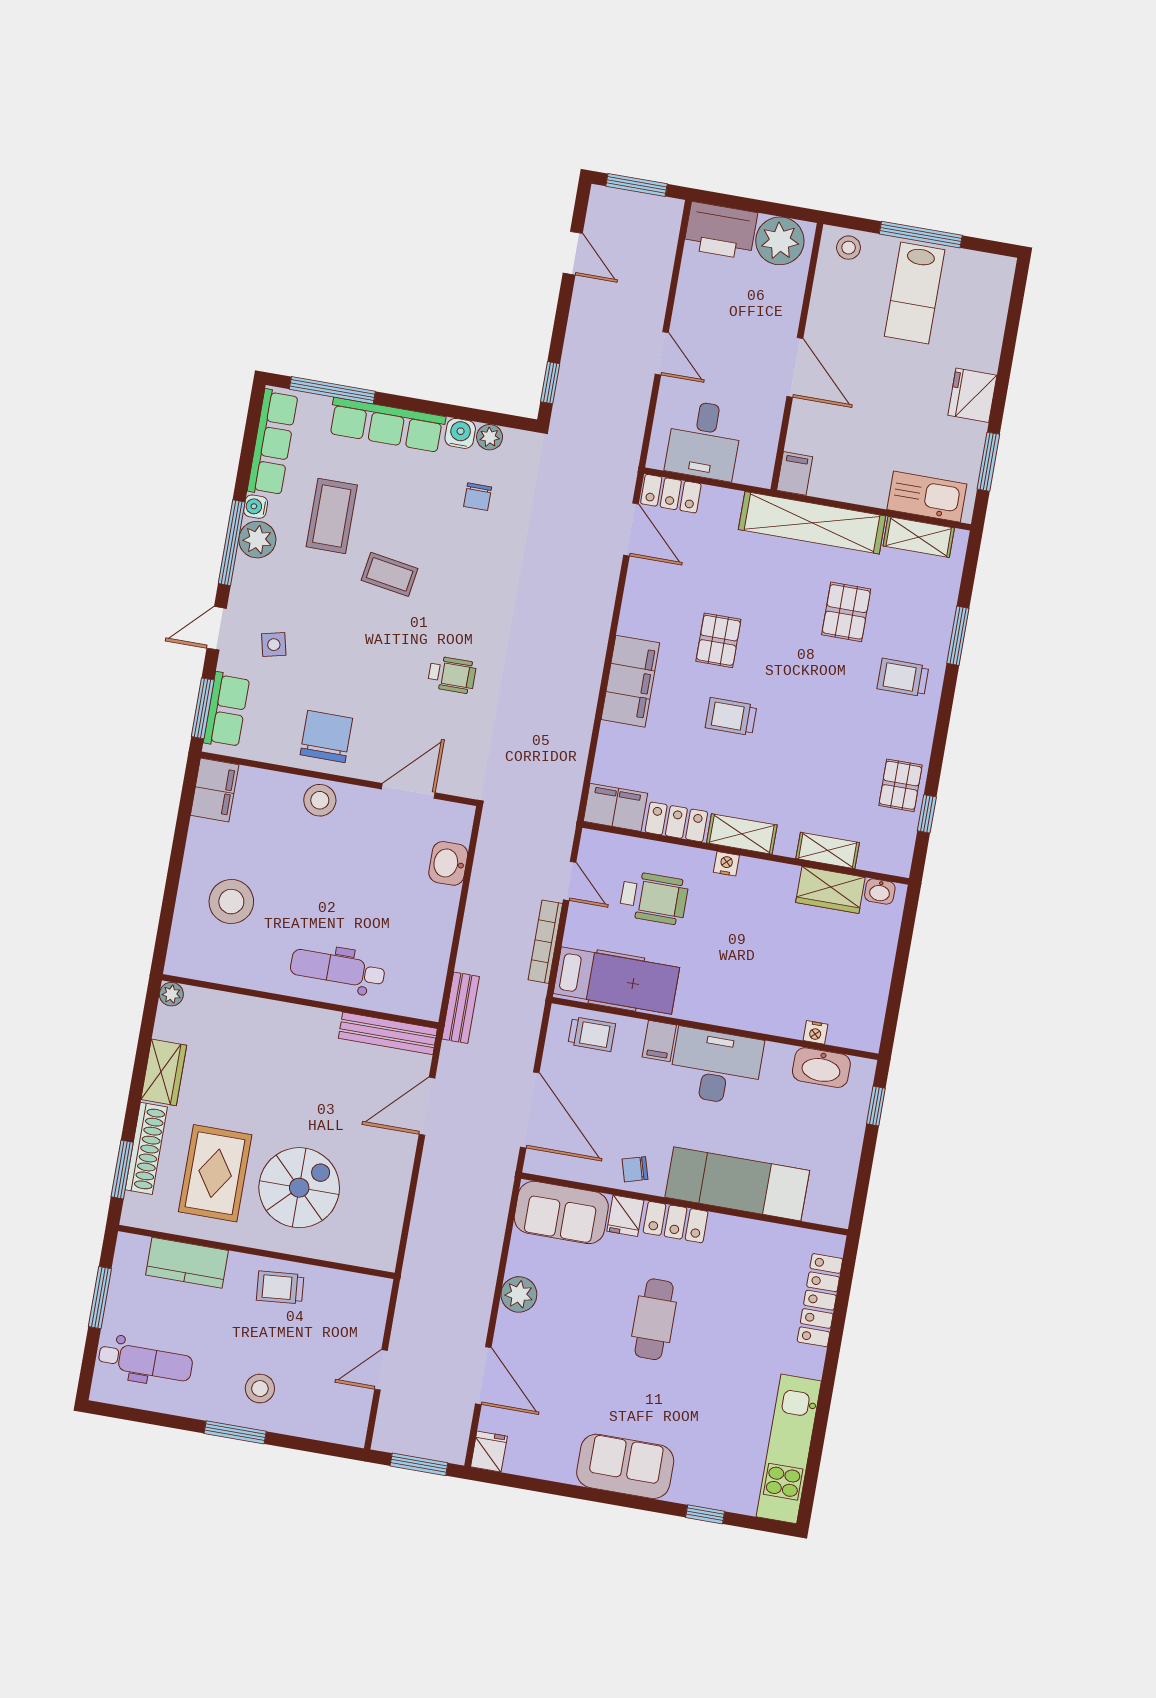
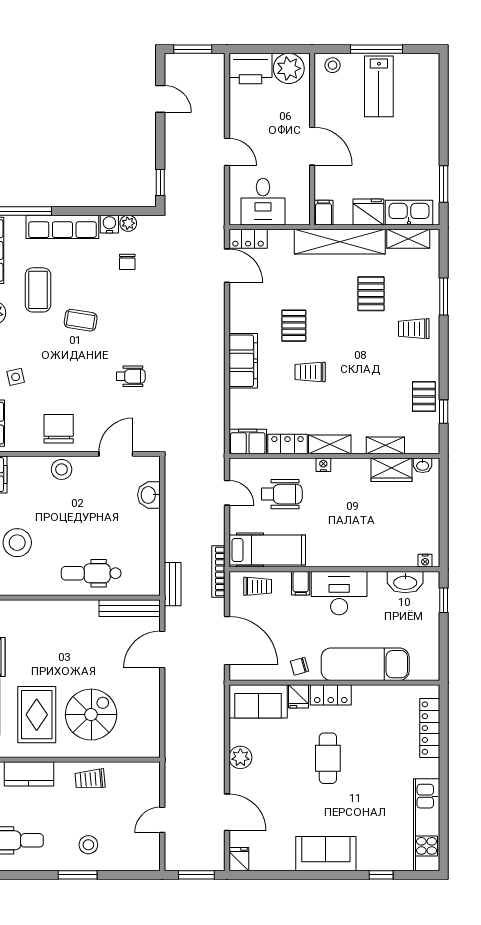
fridge: (972, 395) -> (368, 212), moved, turned 90
bookcase: (545, 942) -> (218, 572), moved
nightstand: (815, 1032) -> (425, 561), moved

